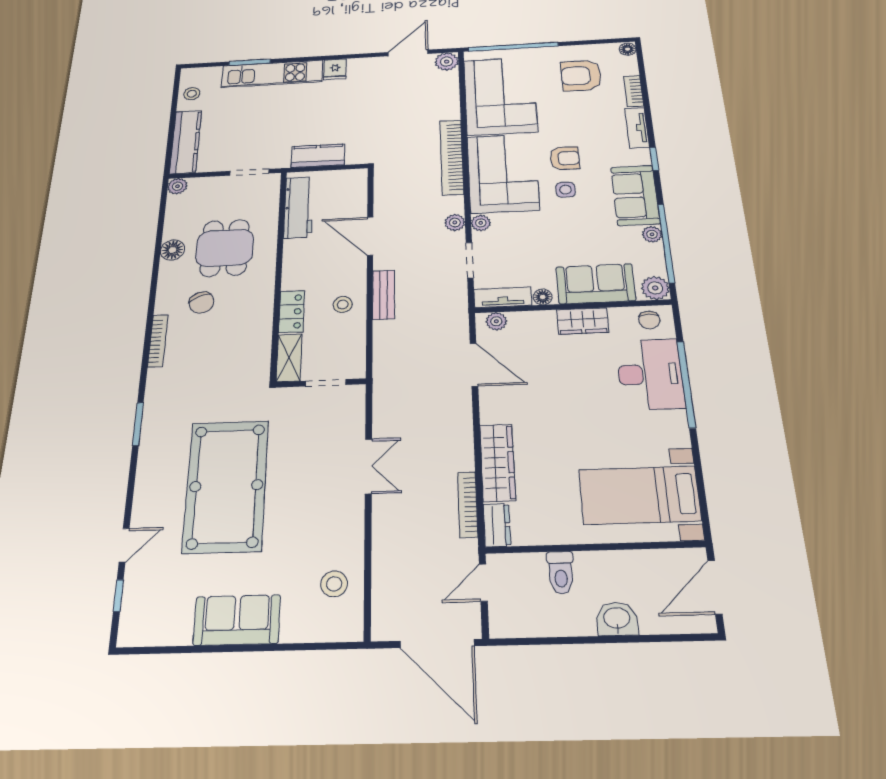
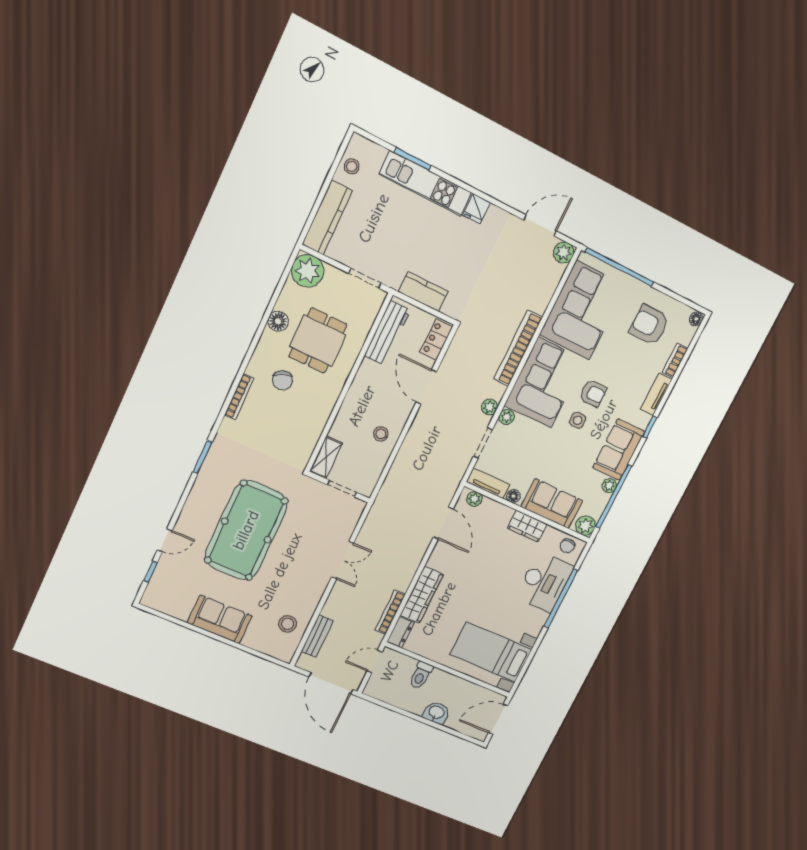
plant: (177, 186) -> (308, 271), width x1.87, depth x1.87
bench: (384, 295) -> (317, 636), moved
locker: (292, 312) -> (436, 340), moved, turned 180

